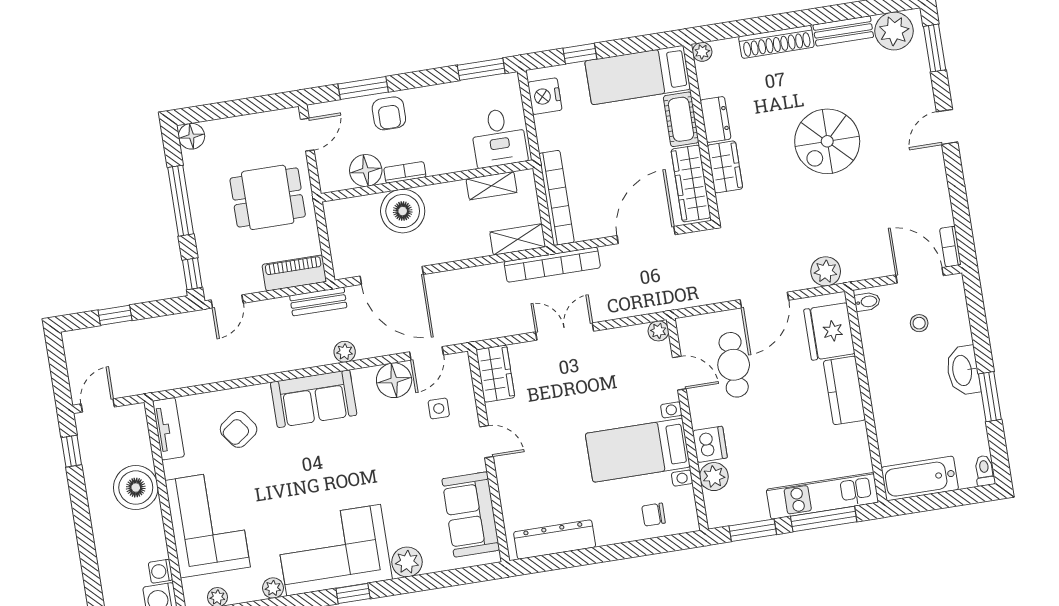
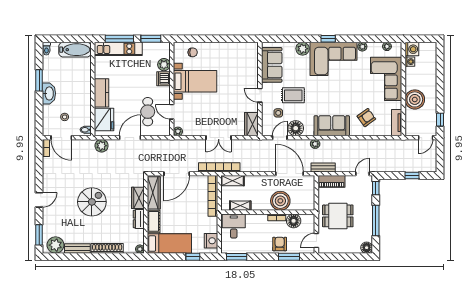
rug: (411, 454) -> (293, 95), added
dresser: (555, 540) -> (237, 48), removed

